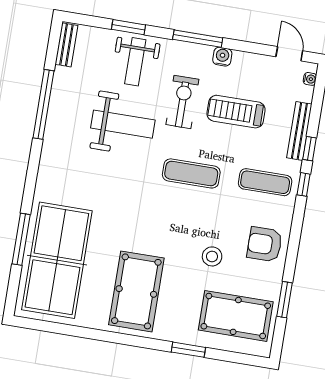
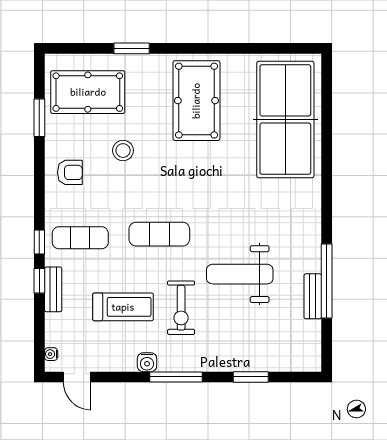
bench: (66, 45) -> (313, 296), moved
weight bench: (135, 62) -> (238, 342), removed
bench: (299, 131) -> (53, 289), width x0.73
window: (21, 239) -> (327, 135), removed
armchair: (265, 244) -> (70, 172), width x0.72, depth x0.72

